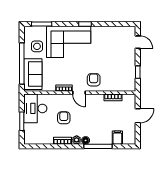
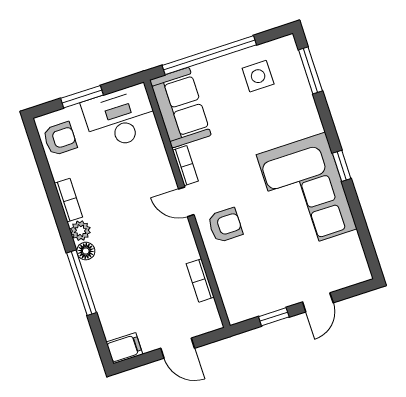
corner sofa: (69, 42) -> (307, 192), moved
door: (138, 42) -> (318, 302), moved
sofa: (33, 74) -> (180, 108), moved, turned -90
door: (79, 93) -> (186, 202), hinge flipped
armchair: (64, 118) -> (60, 139), moved
filing cabinet: (117, 138) -> (124, 348), moved

